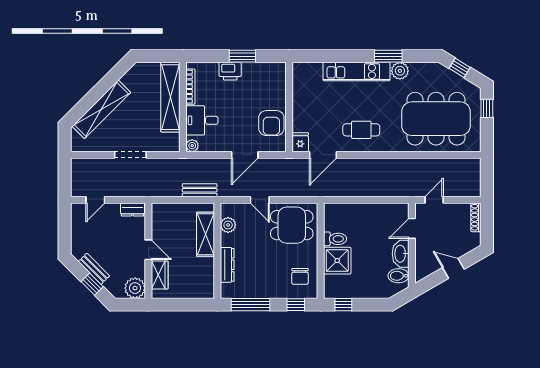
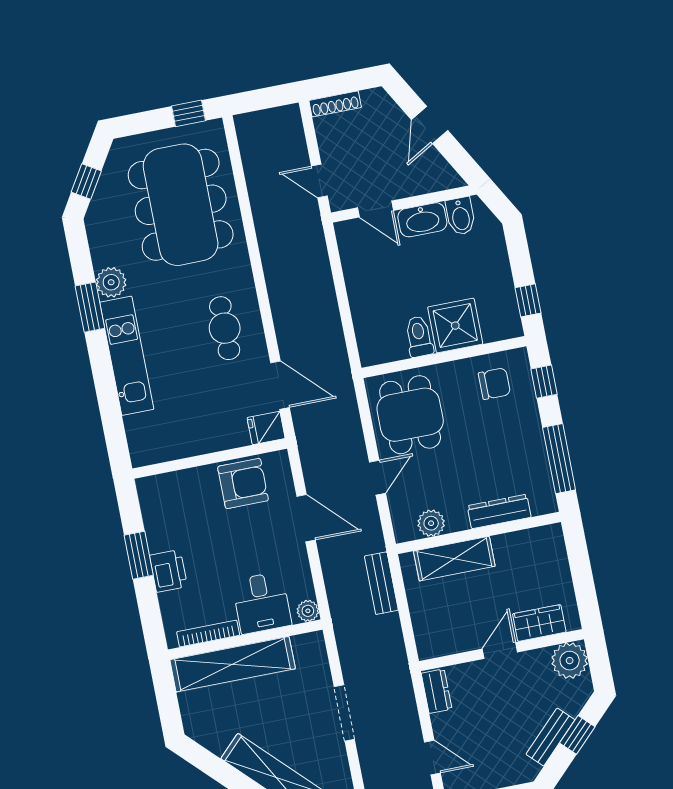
window: (487, 108) -> (188, 113), moved

